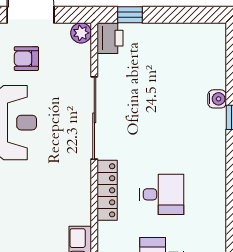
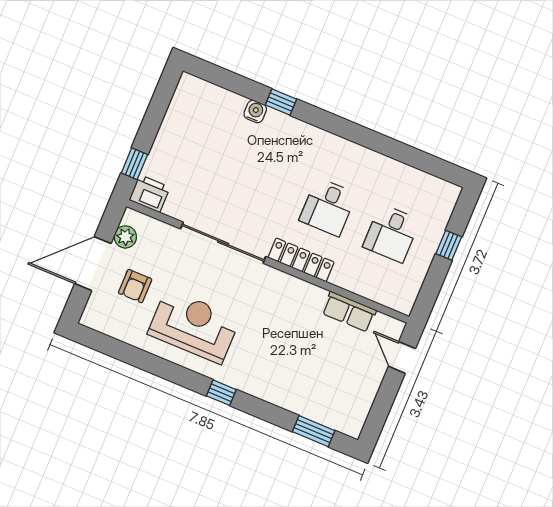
plant: (81, 33) -> (125, 237), moved
desk: (162, 194) -> (328, 207), turned 180

